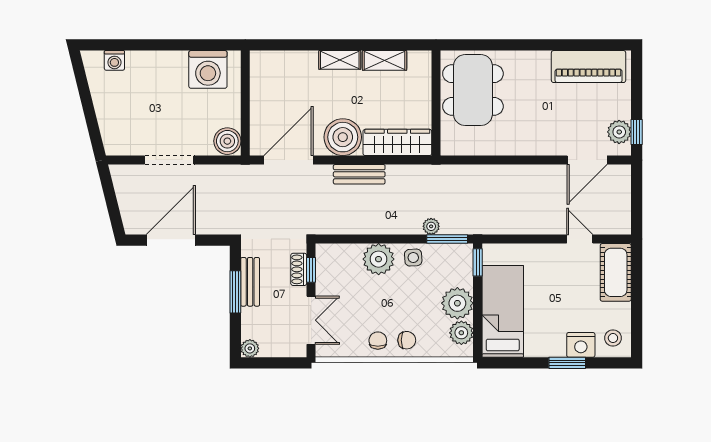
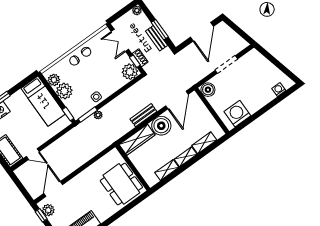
shelving: (294, 61) -> (204, 143), added
plant: (379, 259) -> (130, 72), moved

